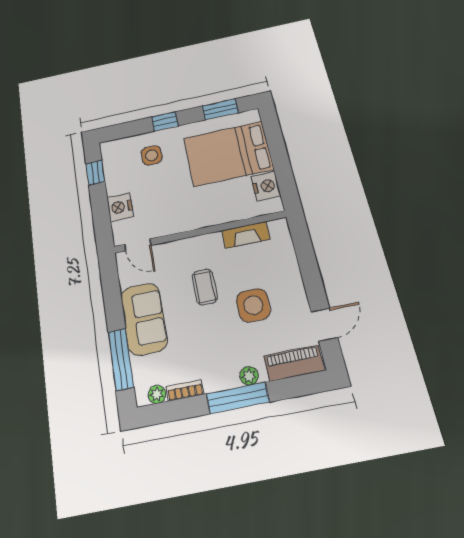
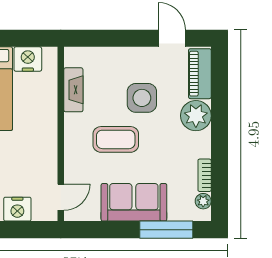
coffee table: (205, 287) -> (116, 139), width x1.36, depth x1.30
plant: (249, 376) -> (196, 116), width x1.88, depth x1.88
window: (238, 398) -> (220, 130), removed

